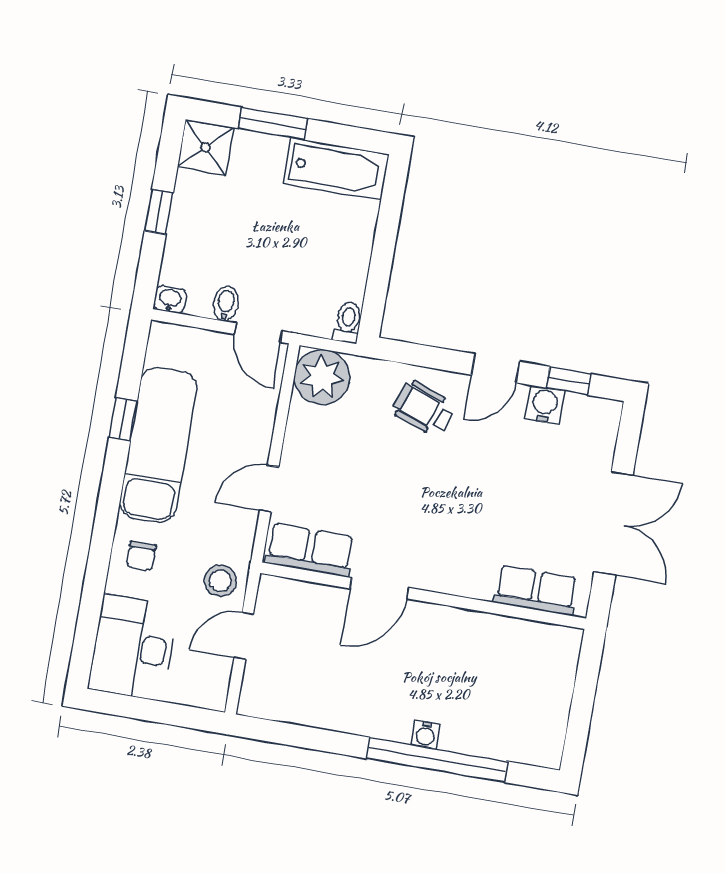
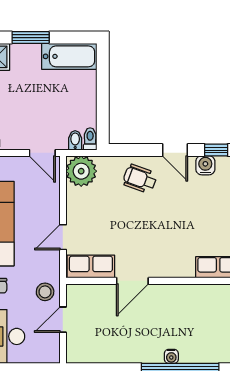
bidet: (226, 304) -> (75, 140), moved
door: (496, 368) -> (175, 150), hinge flipped

